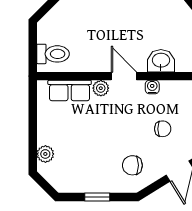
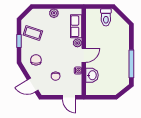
toilet: (53, 54) -> (106, 17), moved
plant: (45, 154) -> (54, 13), moved
coffee table: (82, 171) -> (33, 33), added

